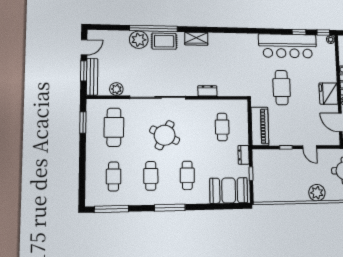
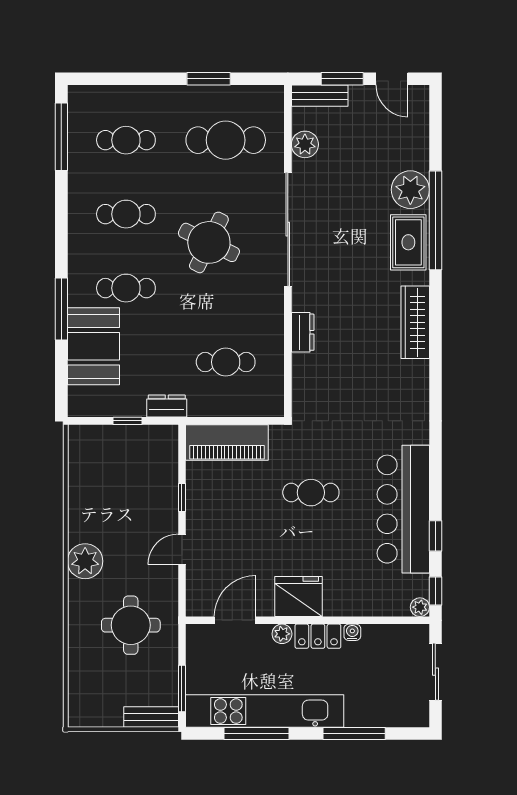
wardrobe: (196, 39) -> (415, 322), width x1.50
bench: (92, 77) -> (320, 96), width x0.73
cafe table: (282, 88) -> (311, 493), width x0.73, depth x0.74
window: (83, 122) -> (209, 79), moved
booth: (229, 190) -> (93, 346), moved
window: (170, 208) -> (61, 309), moved

